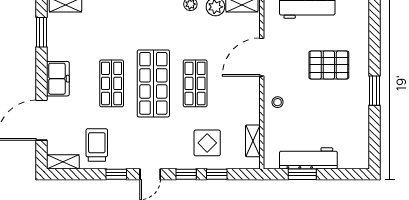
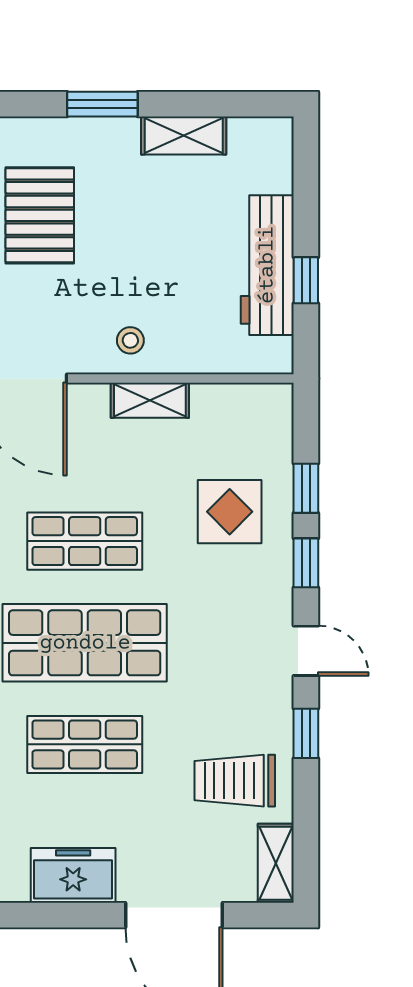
shelving: (362, 124) -> (184, 136), added
shelving: (253, 141) -> (150, 400), moved
window: (302, 174) -> (306, 280), width x0.67

